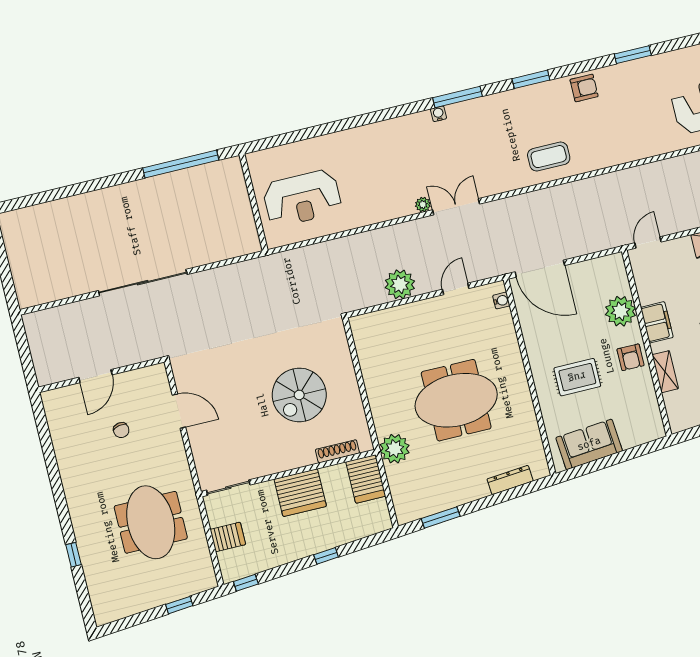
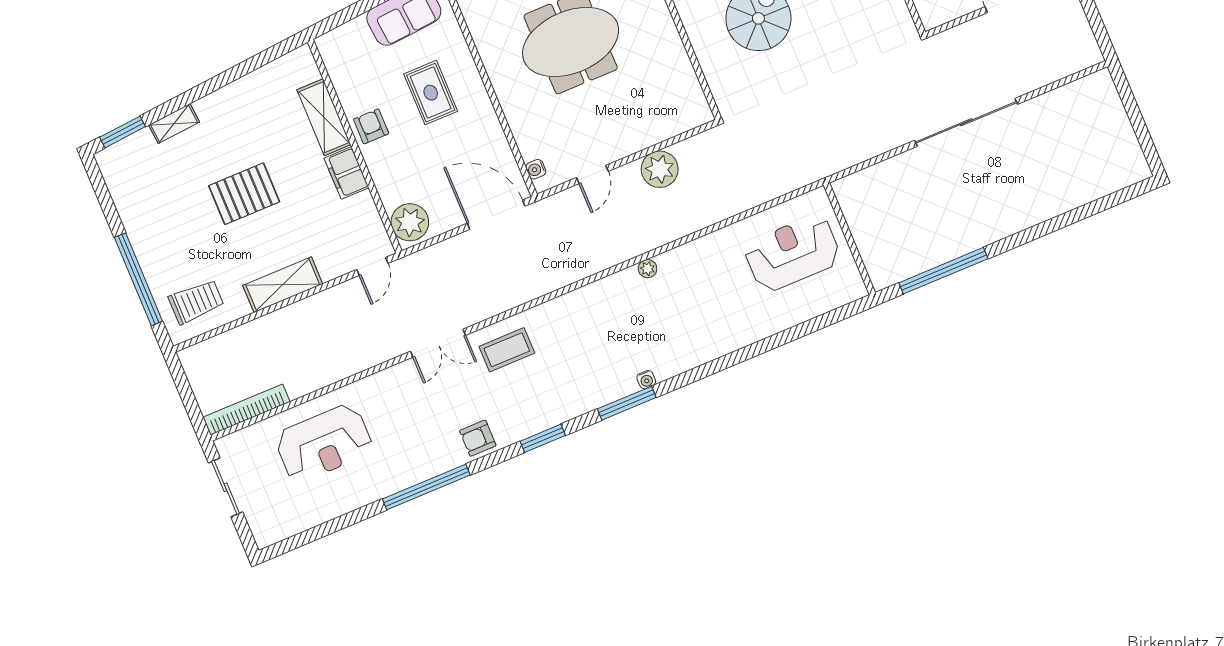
window: (633, 55) -> (426, 487), width x2.11
double door: (456, 207) -> (438, 343), moved
plant: (620, 311) -> (410, 222), moved
shelving: (665, 372) -> (324, 117), width x1.50, depth x1.33
rug: (577, 377) -> (431, 93), turned 90

